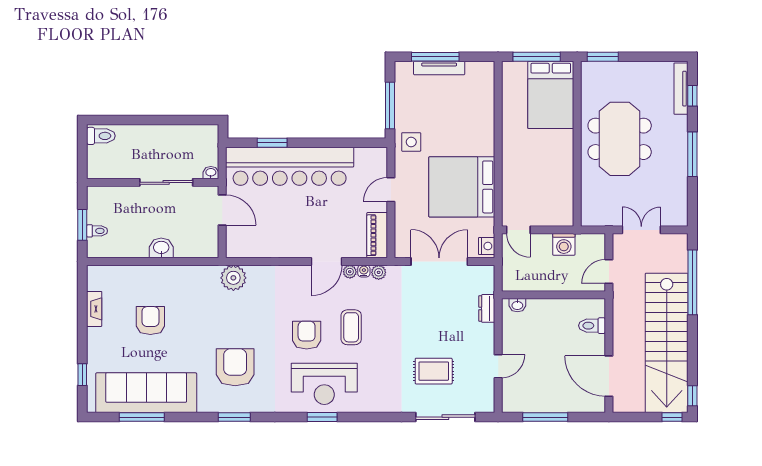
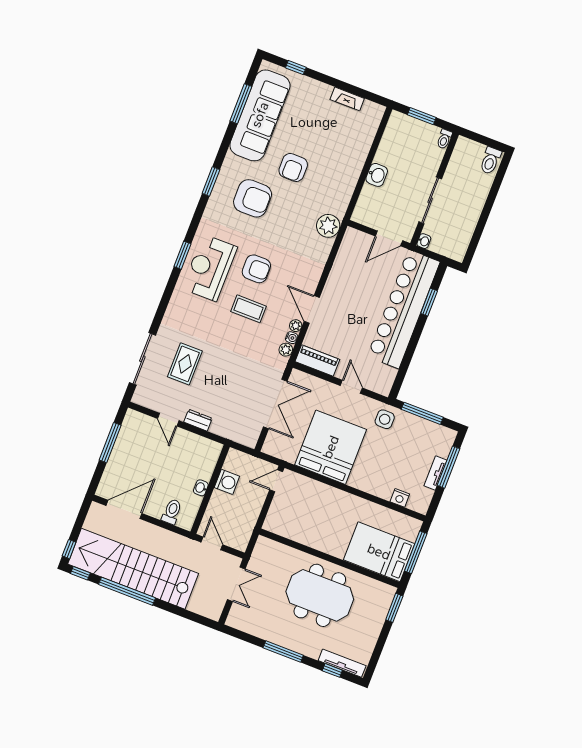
tv unit: (439, 68) -> (435, 473), width x0.71
toilet: (97, 231) -> (444, 139), moved
washing machine: (564, 244) -> (227, 482), moved, turned 180
nightstand: (487, 246) -> (400, 498), moved
window: (692, 282) -> (127, 591), moved
washbasin: (517, 305) -> (201, 488), moved
dresser: (487, 308) -> (198, 420), moved
armchair: (150, 320) -> (293, 168), moved, turned 90

